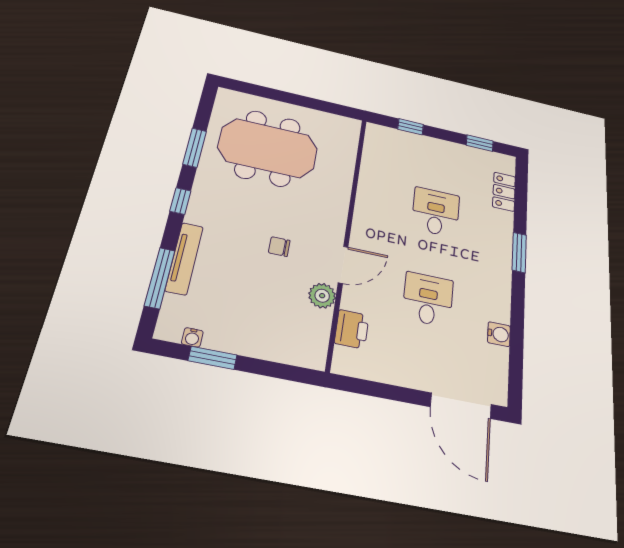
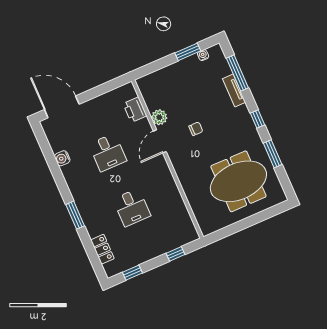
tv unit: (184, 258) -> (234, 90), width x0.71

